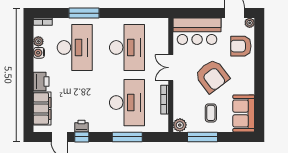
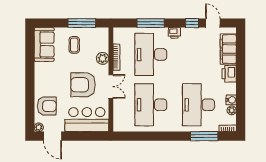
window: (84, 13) -> (204, 136), moved
armchair: (212, 76) -> (83, 85), moved, turned -53
plant: (180, 125) -> (103, 58), moved
printer: (81, 126) -> (174, 33), moved

